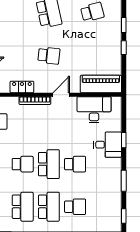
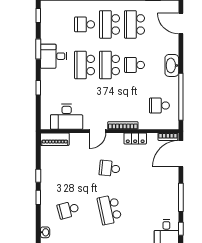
piano: (101, 84) -> (55, 139), width x0.73, depth x0.75
desk: (108, 145) -> (54, 56), moved
school desk: (75, 164) -> (85, 65), width x1.85

